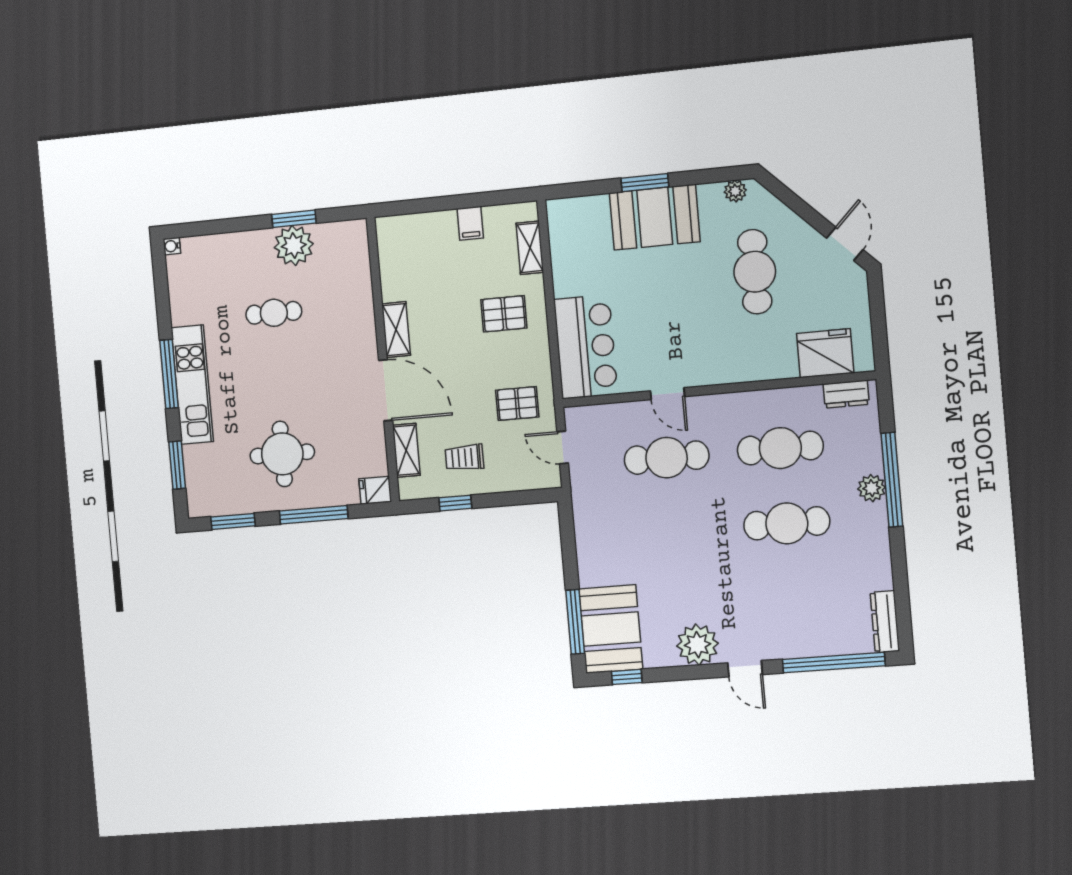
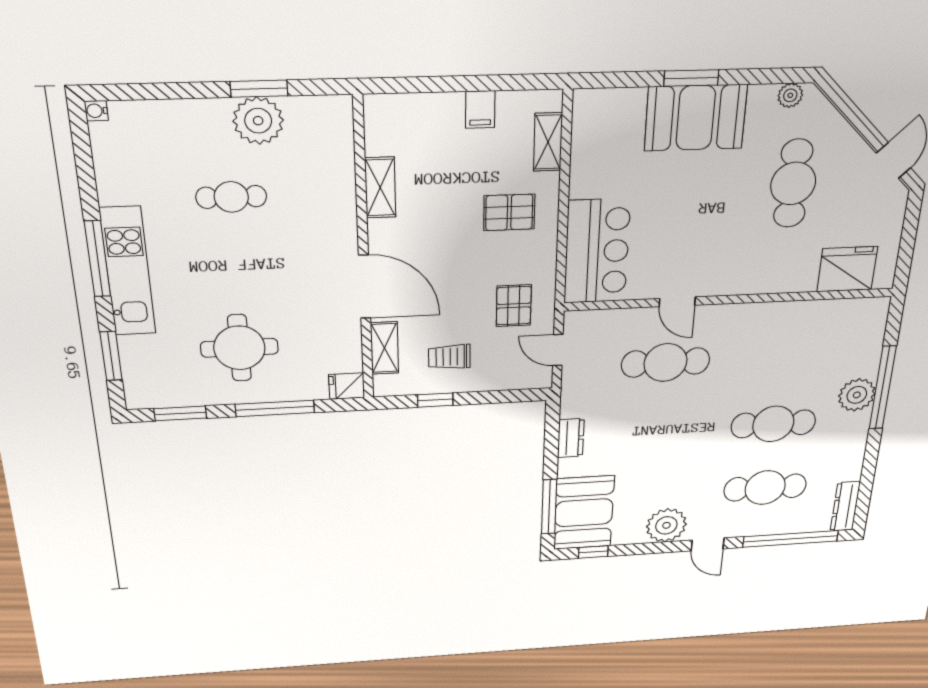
shelving: (396, 330) -> (380, 188), moved
dresser: (846, 394) -> (571, 438), moved, turned -90
pallet: (517, 404) -> (514, 306), turned 90
cafe table: (780, 448) -> (765, 488), moved
plant: (872, 488) -> (857, 395), width x1.36, depth x1.36

